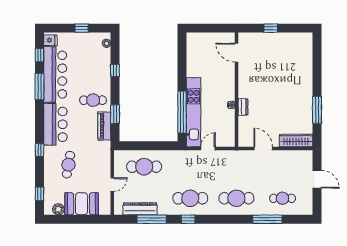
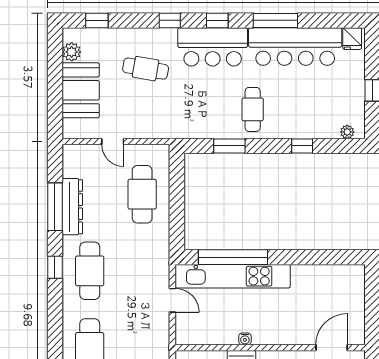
window: (39, 55) -> (217, 20), moved
piano: (104, 126) -> (210, 128), removed
dresser: (140, 209) -> (72, 207), moved

